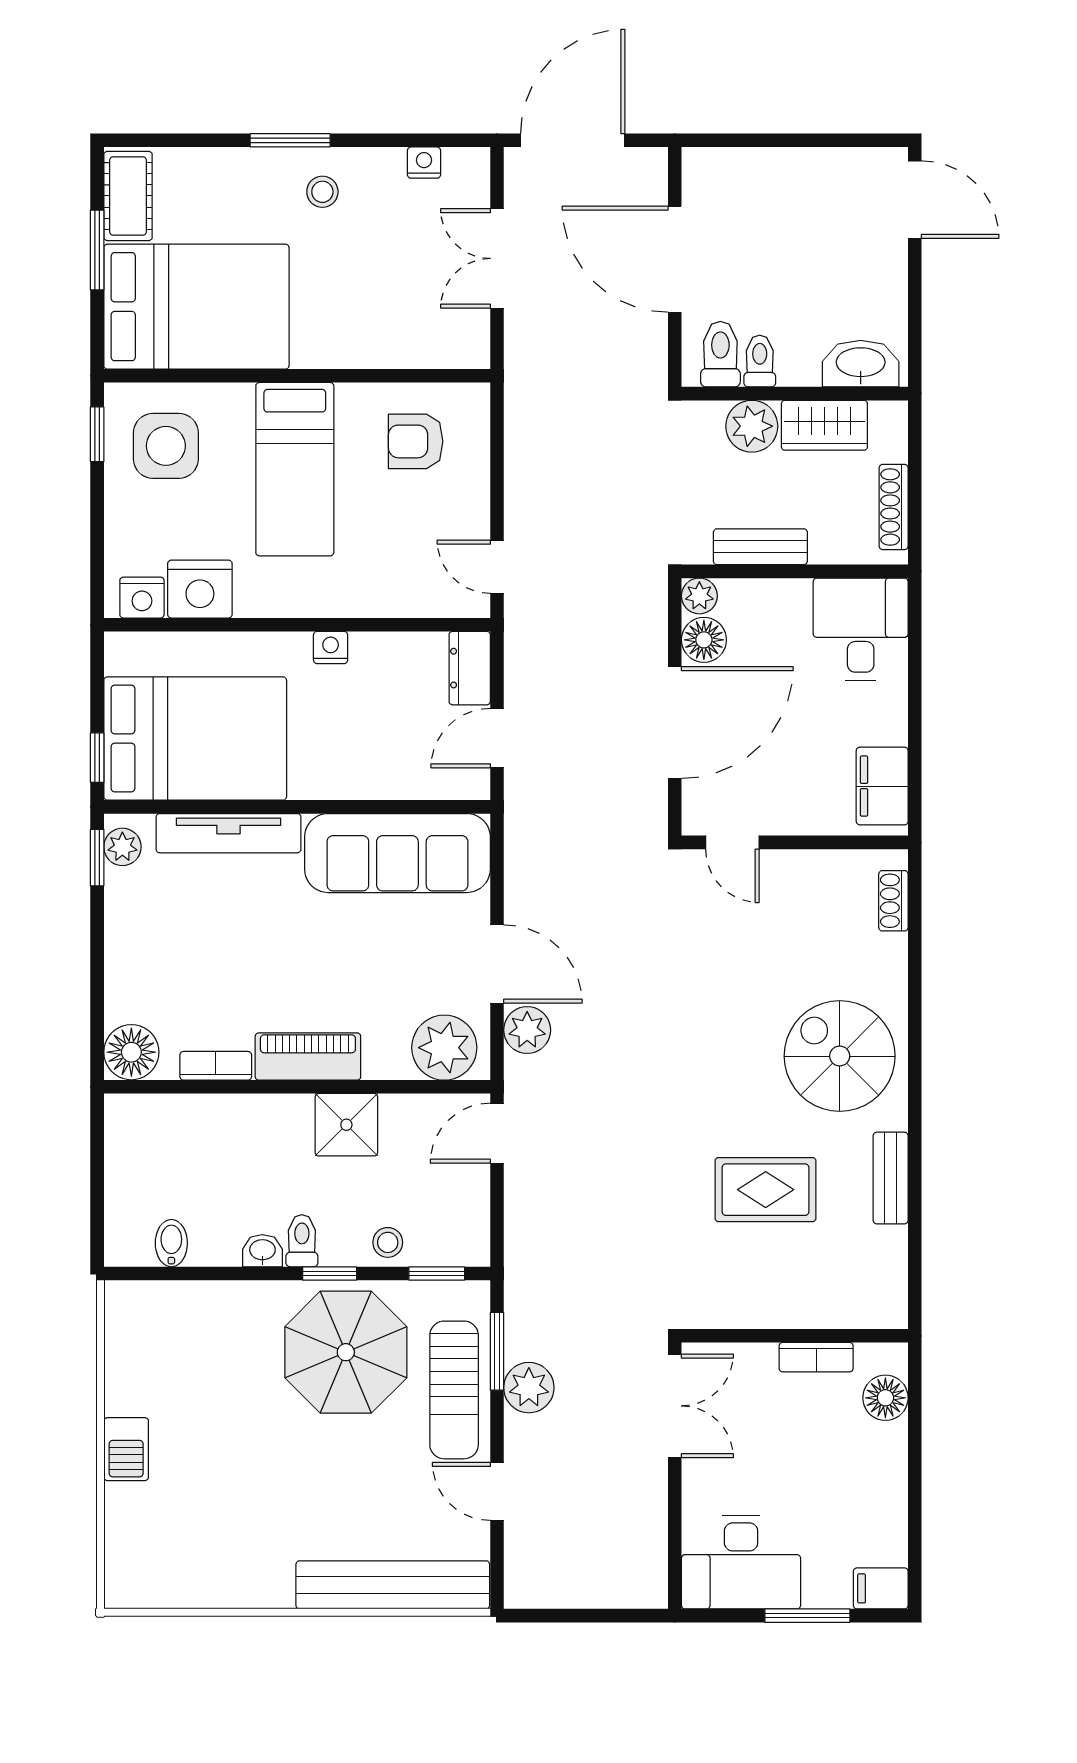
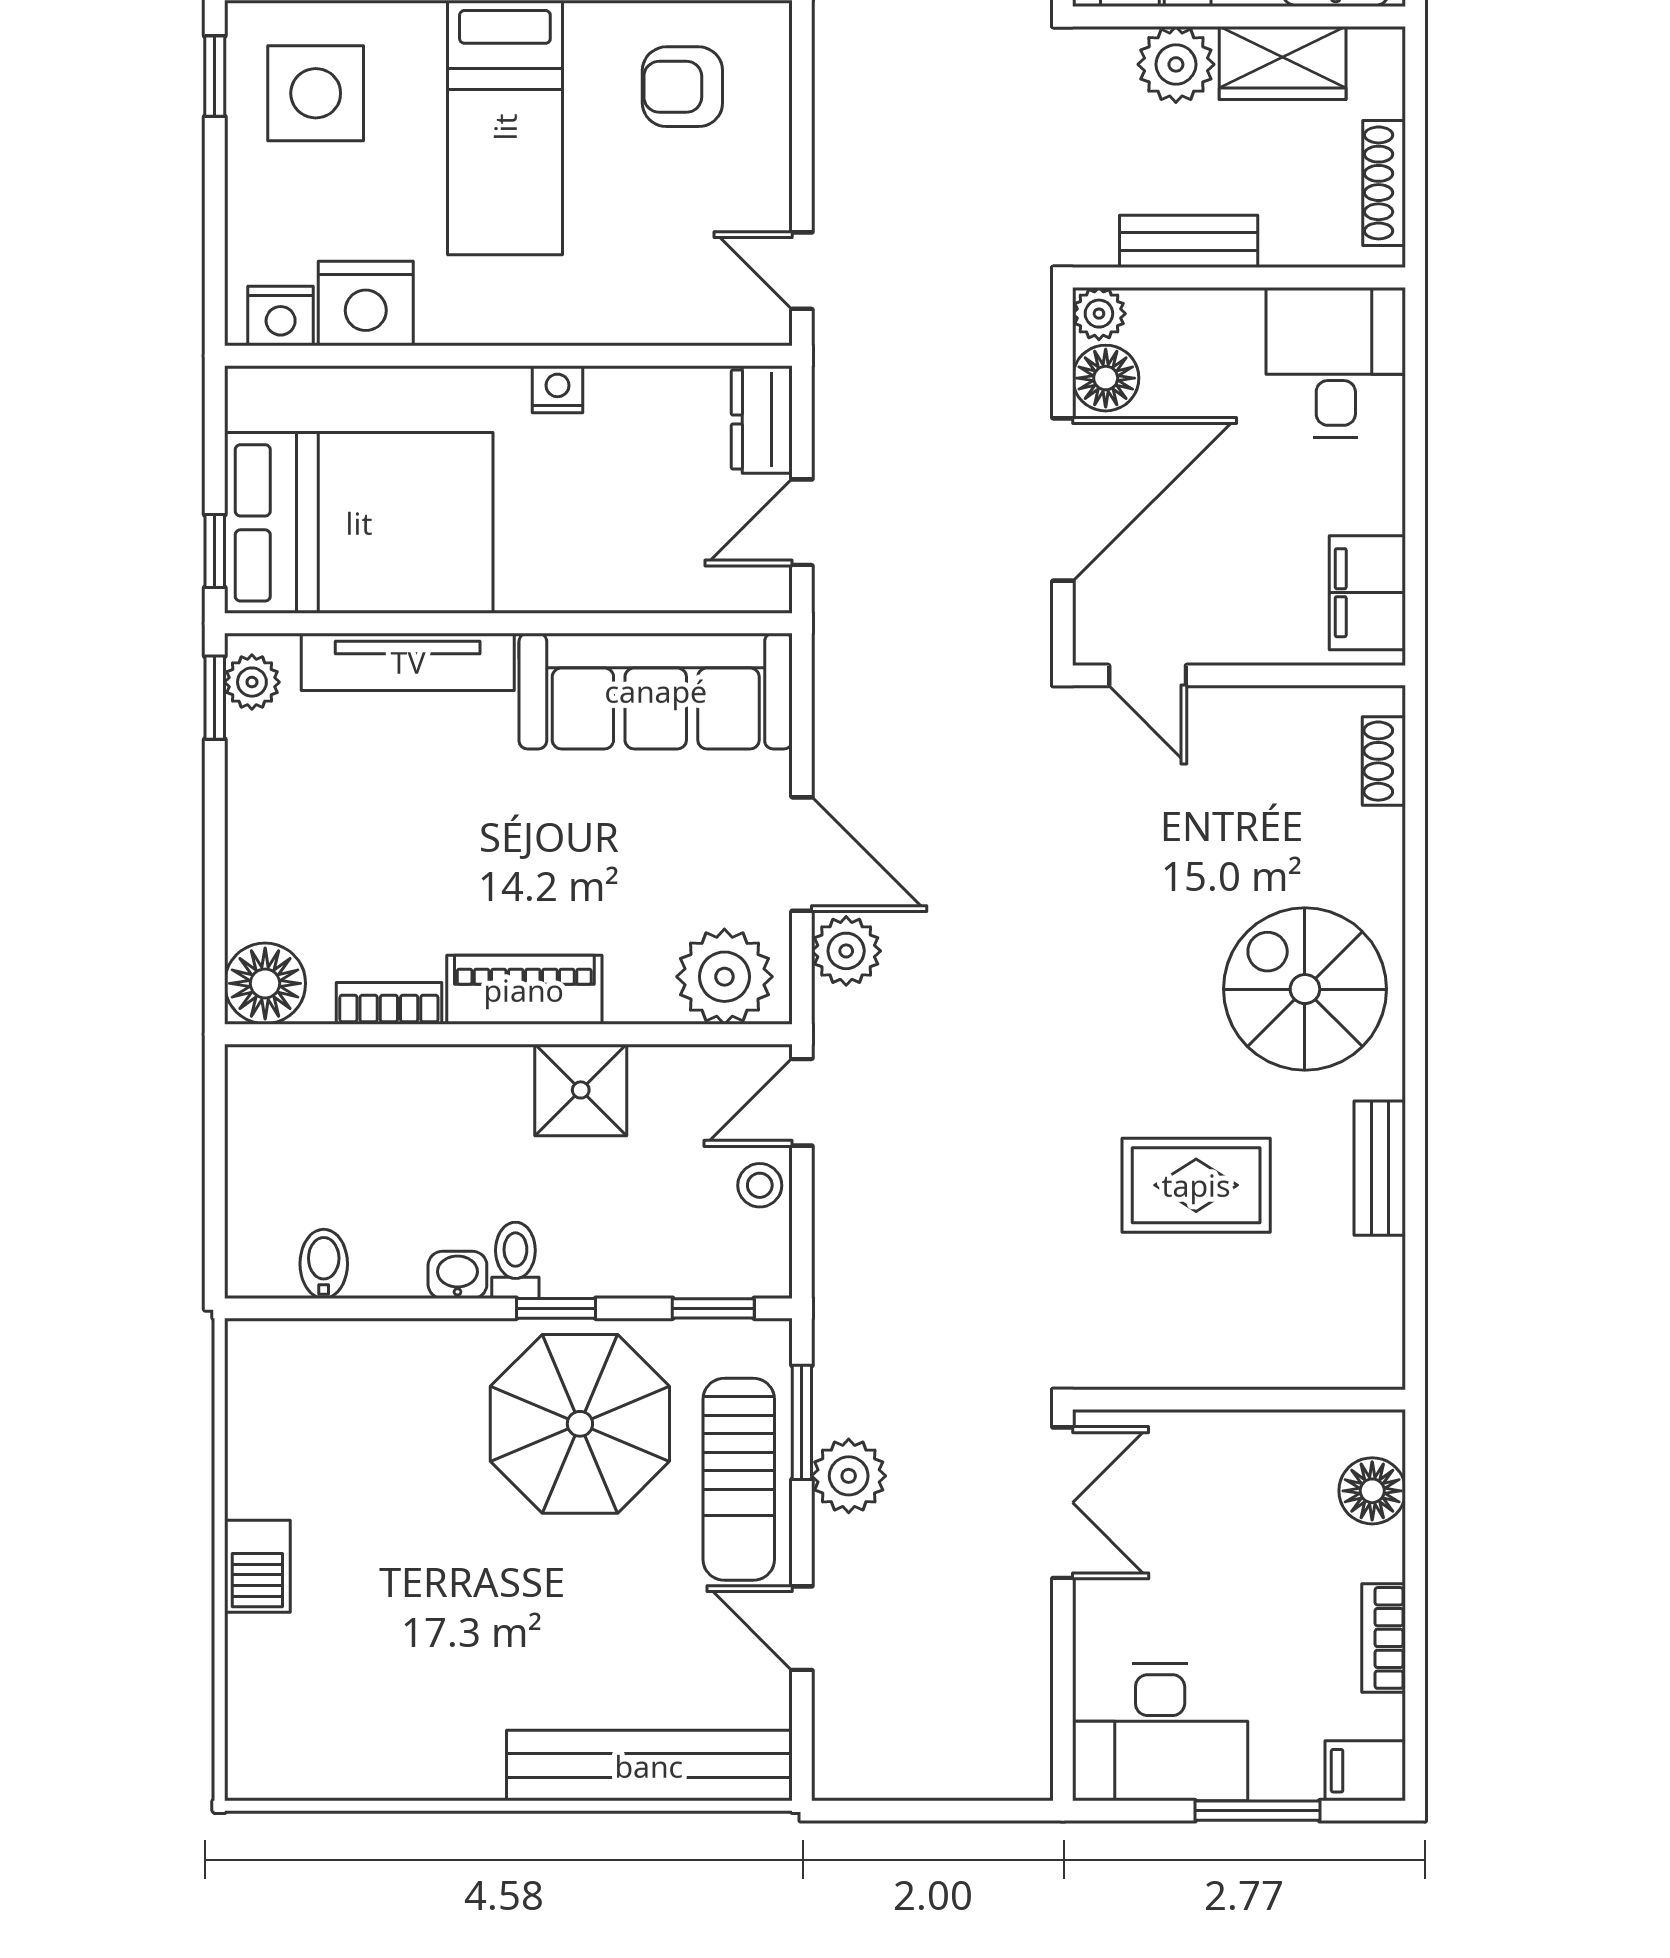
stool: (388, 1242) -> (760, 1185), moved
bookcase: (816, 1357) -> (1384, 1638), moved, turned 90

